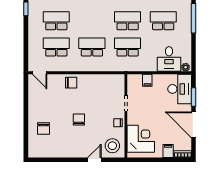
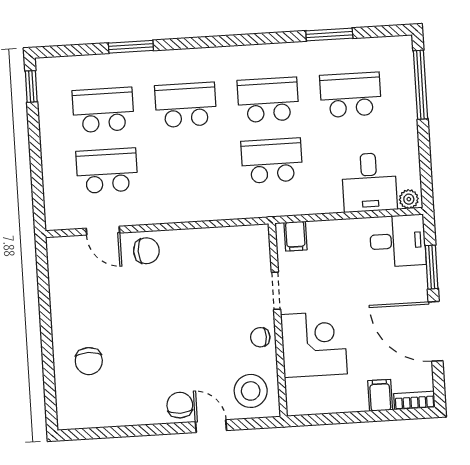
school desk: (92, 47) -> (186, 105), moved
door: (40, 73) -> (103, 231), moved
filing cabinet: (147, 80) -> (295, 236), moved
desk: (180, 89) -> (398, 241), width x0.73
chair: (79, 119) -> (180, 405), moved
corner desk: (141, 139) -> (314, 344), moved
door: (94, 160) -> (211, 426), hinge flipped

